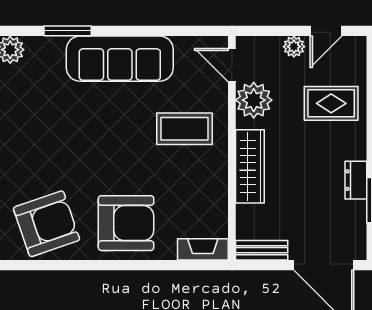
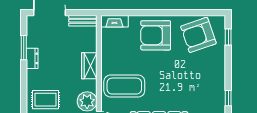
coffee table: (185, 129) -> (124, 86), width x1.36, depth x1.32
wardrobe: (250, 166) -> (89, 66), width x0.67

